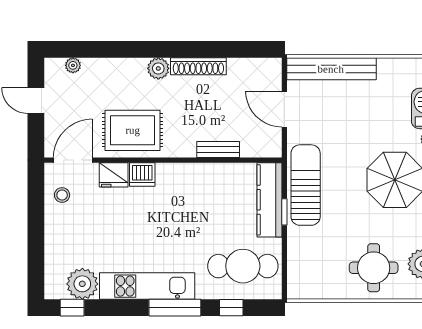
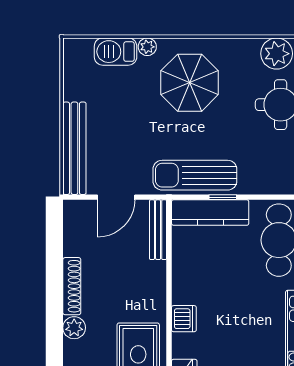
bench: (218, 149) -> (158, 230), moved, width x1.36
dishwasher: (142, 174) -> (184, 319), moved

